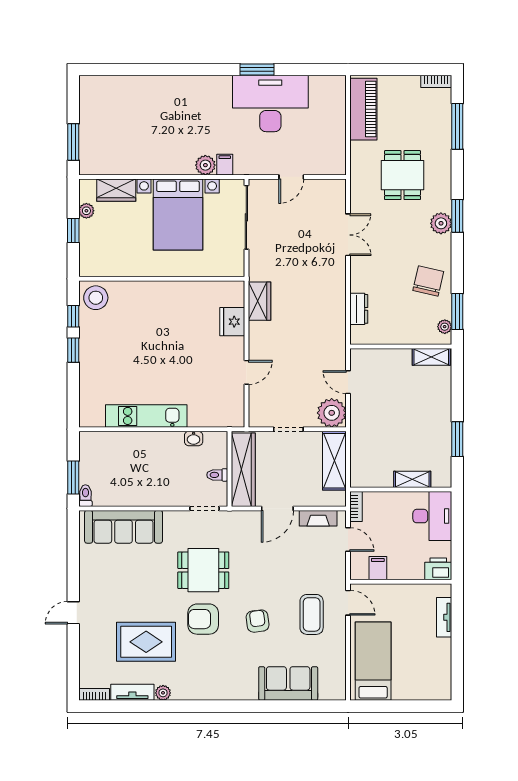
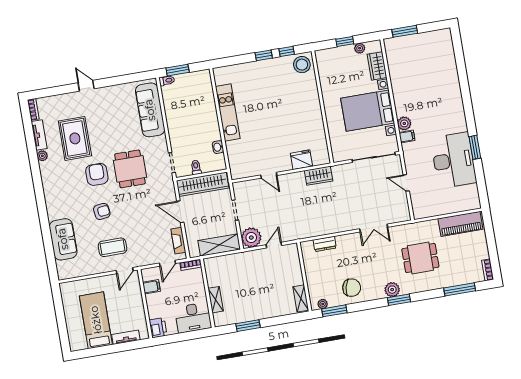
bed: (373, 661) -> (96, 320), moved, turned -90

